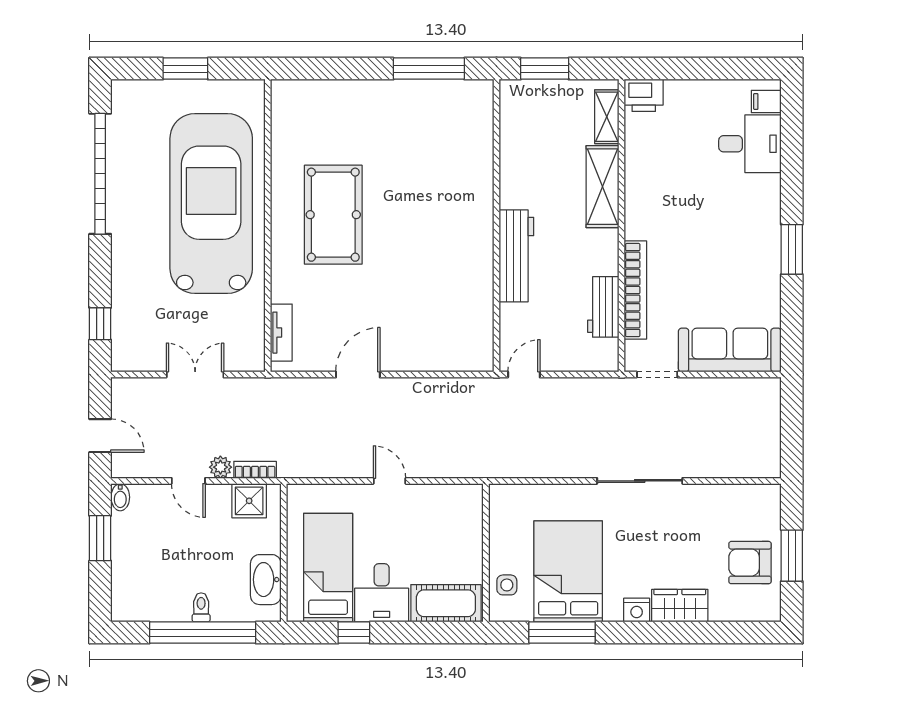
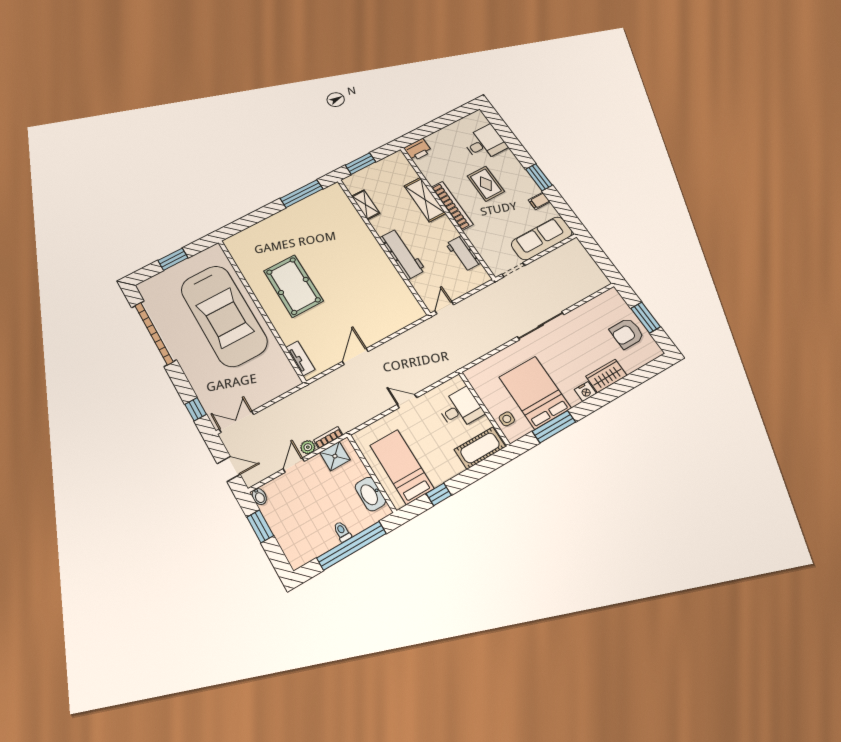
filing cabinet: (766, 101) -> (539, 201), moved
shelving: (607, 117) -> (366, 205), moved
car: (211, 204) -> (224, 316), turned 180
rug: (707, 214) -> (486, 184), added
bookcase: (635, 290) -> (452, 206), moved
double door: (195, 375) -> (237, 422), moved
door: (188, 481) -> (294, 465), swing flipped
desk: (382, 593) -> (460, 409), moved, turned -90

